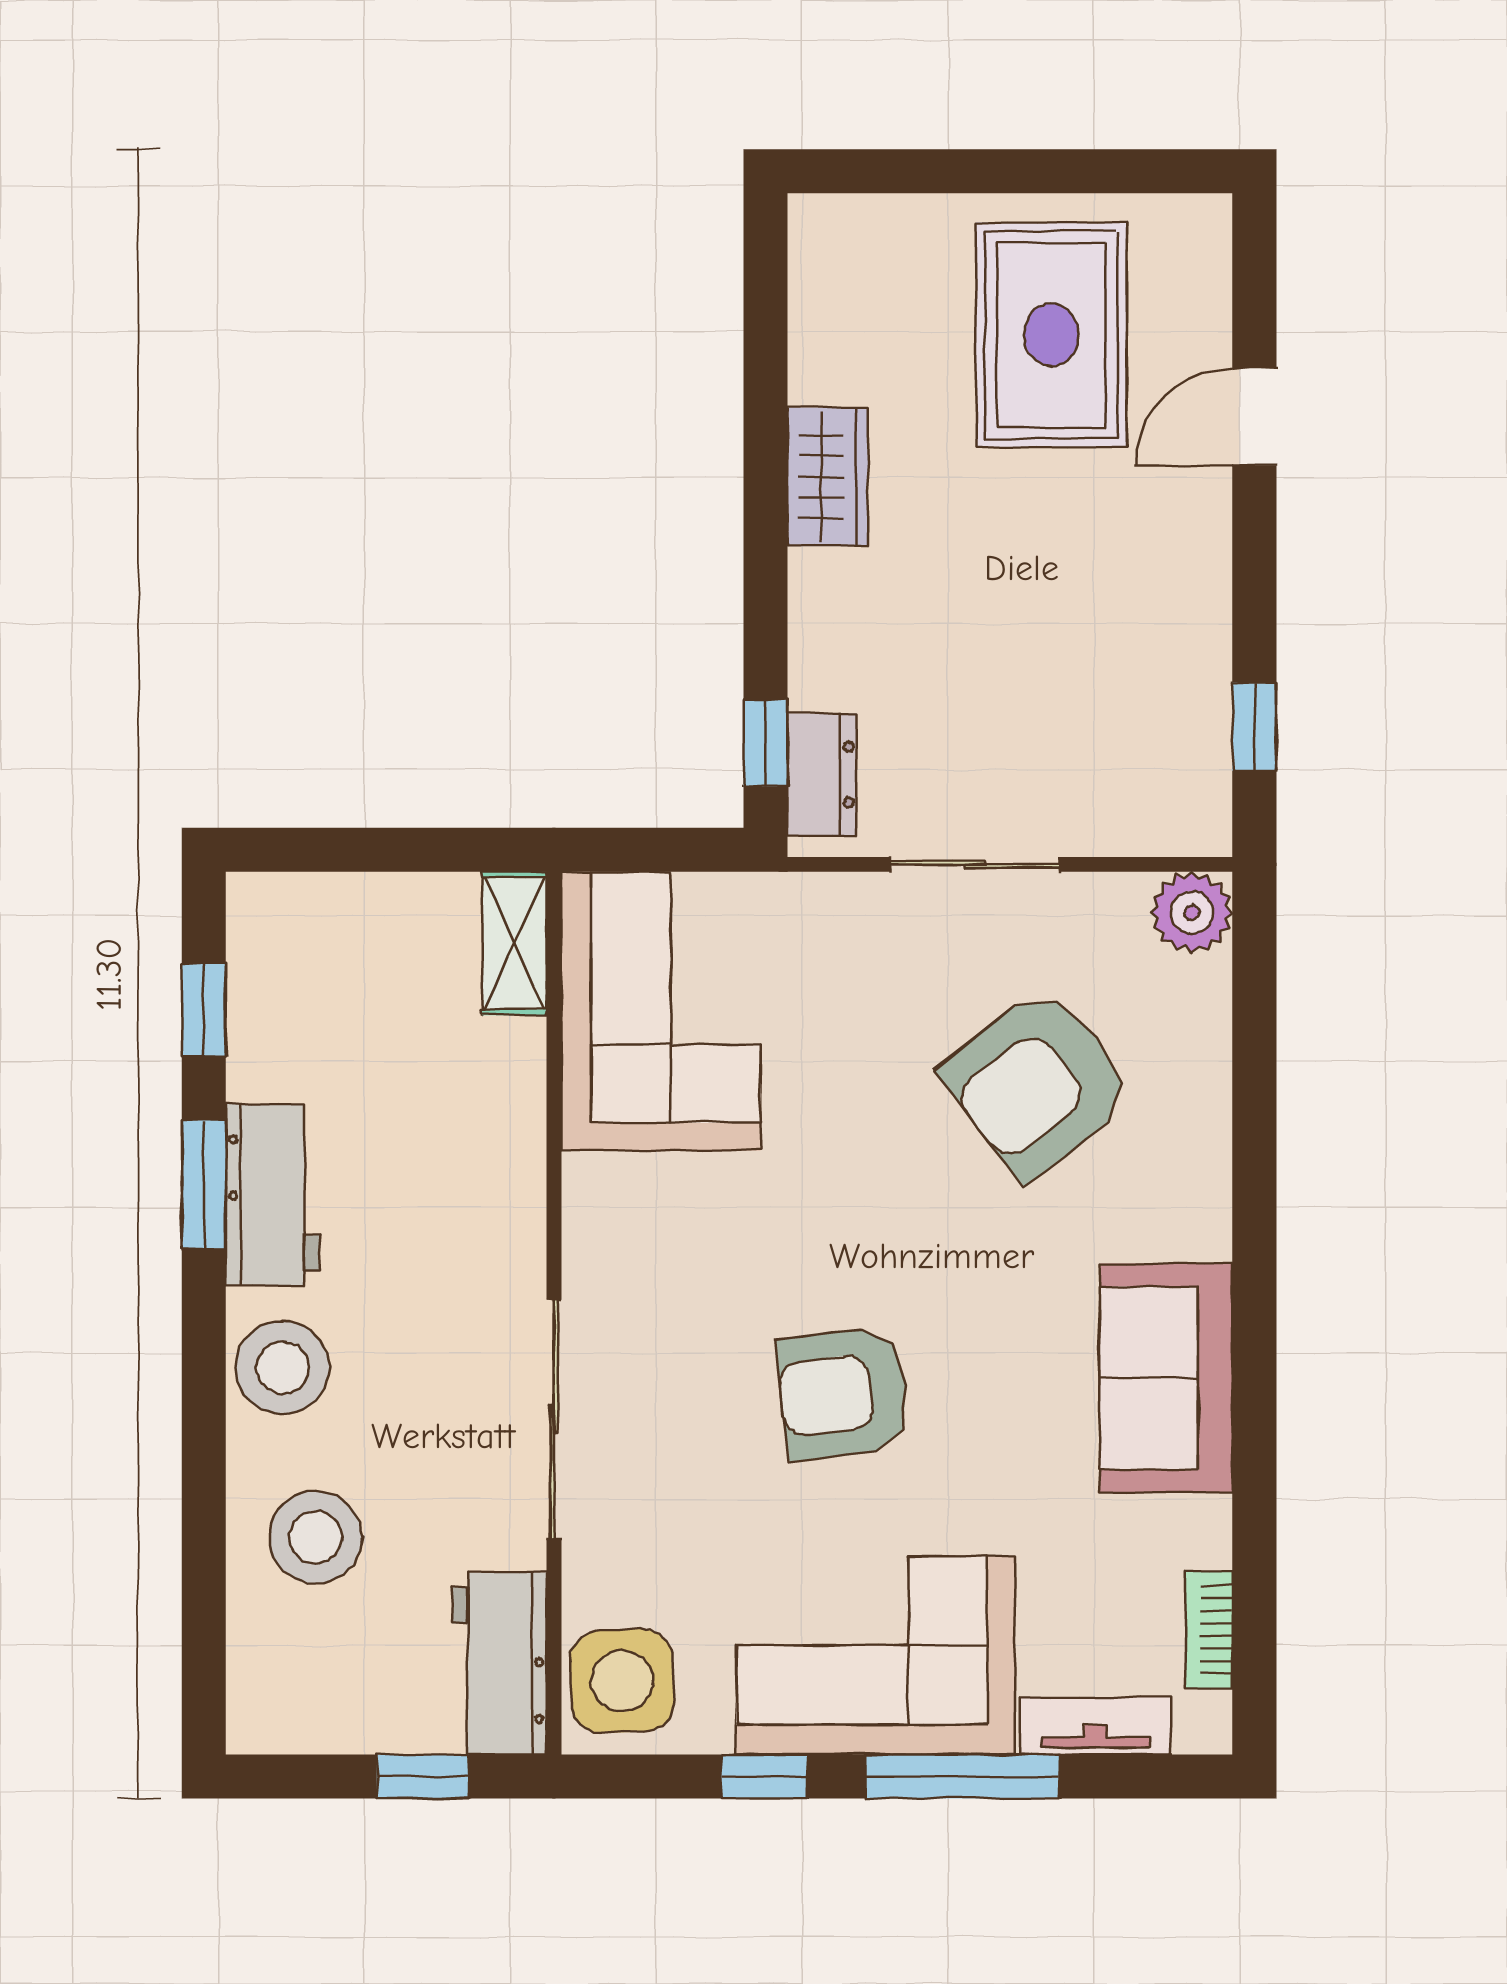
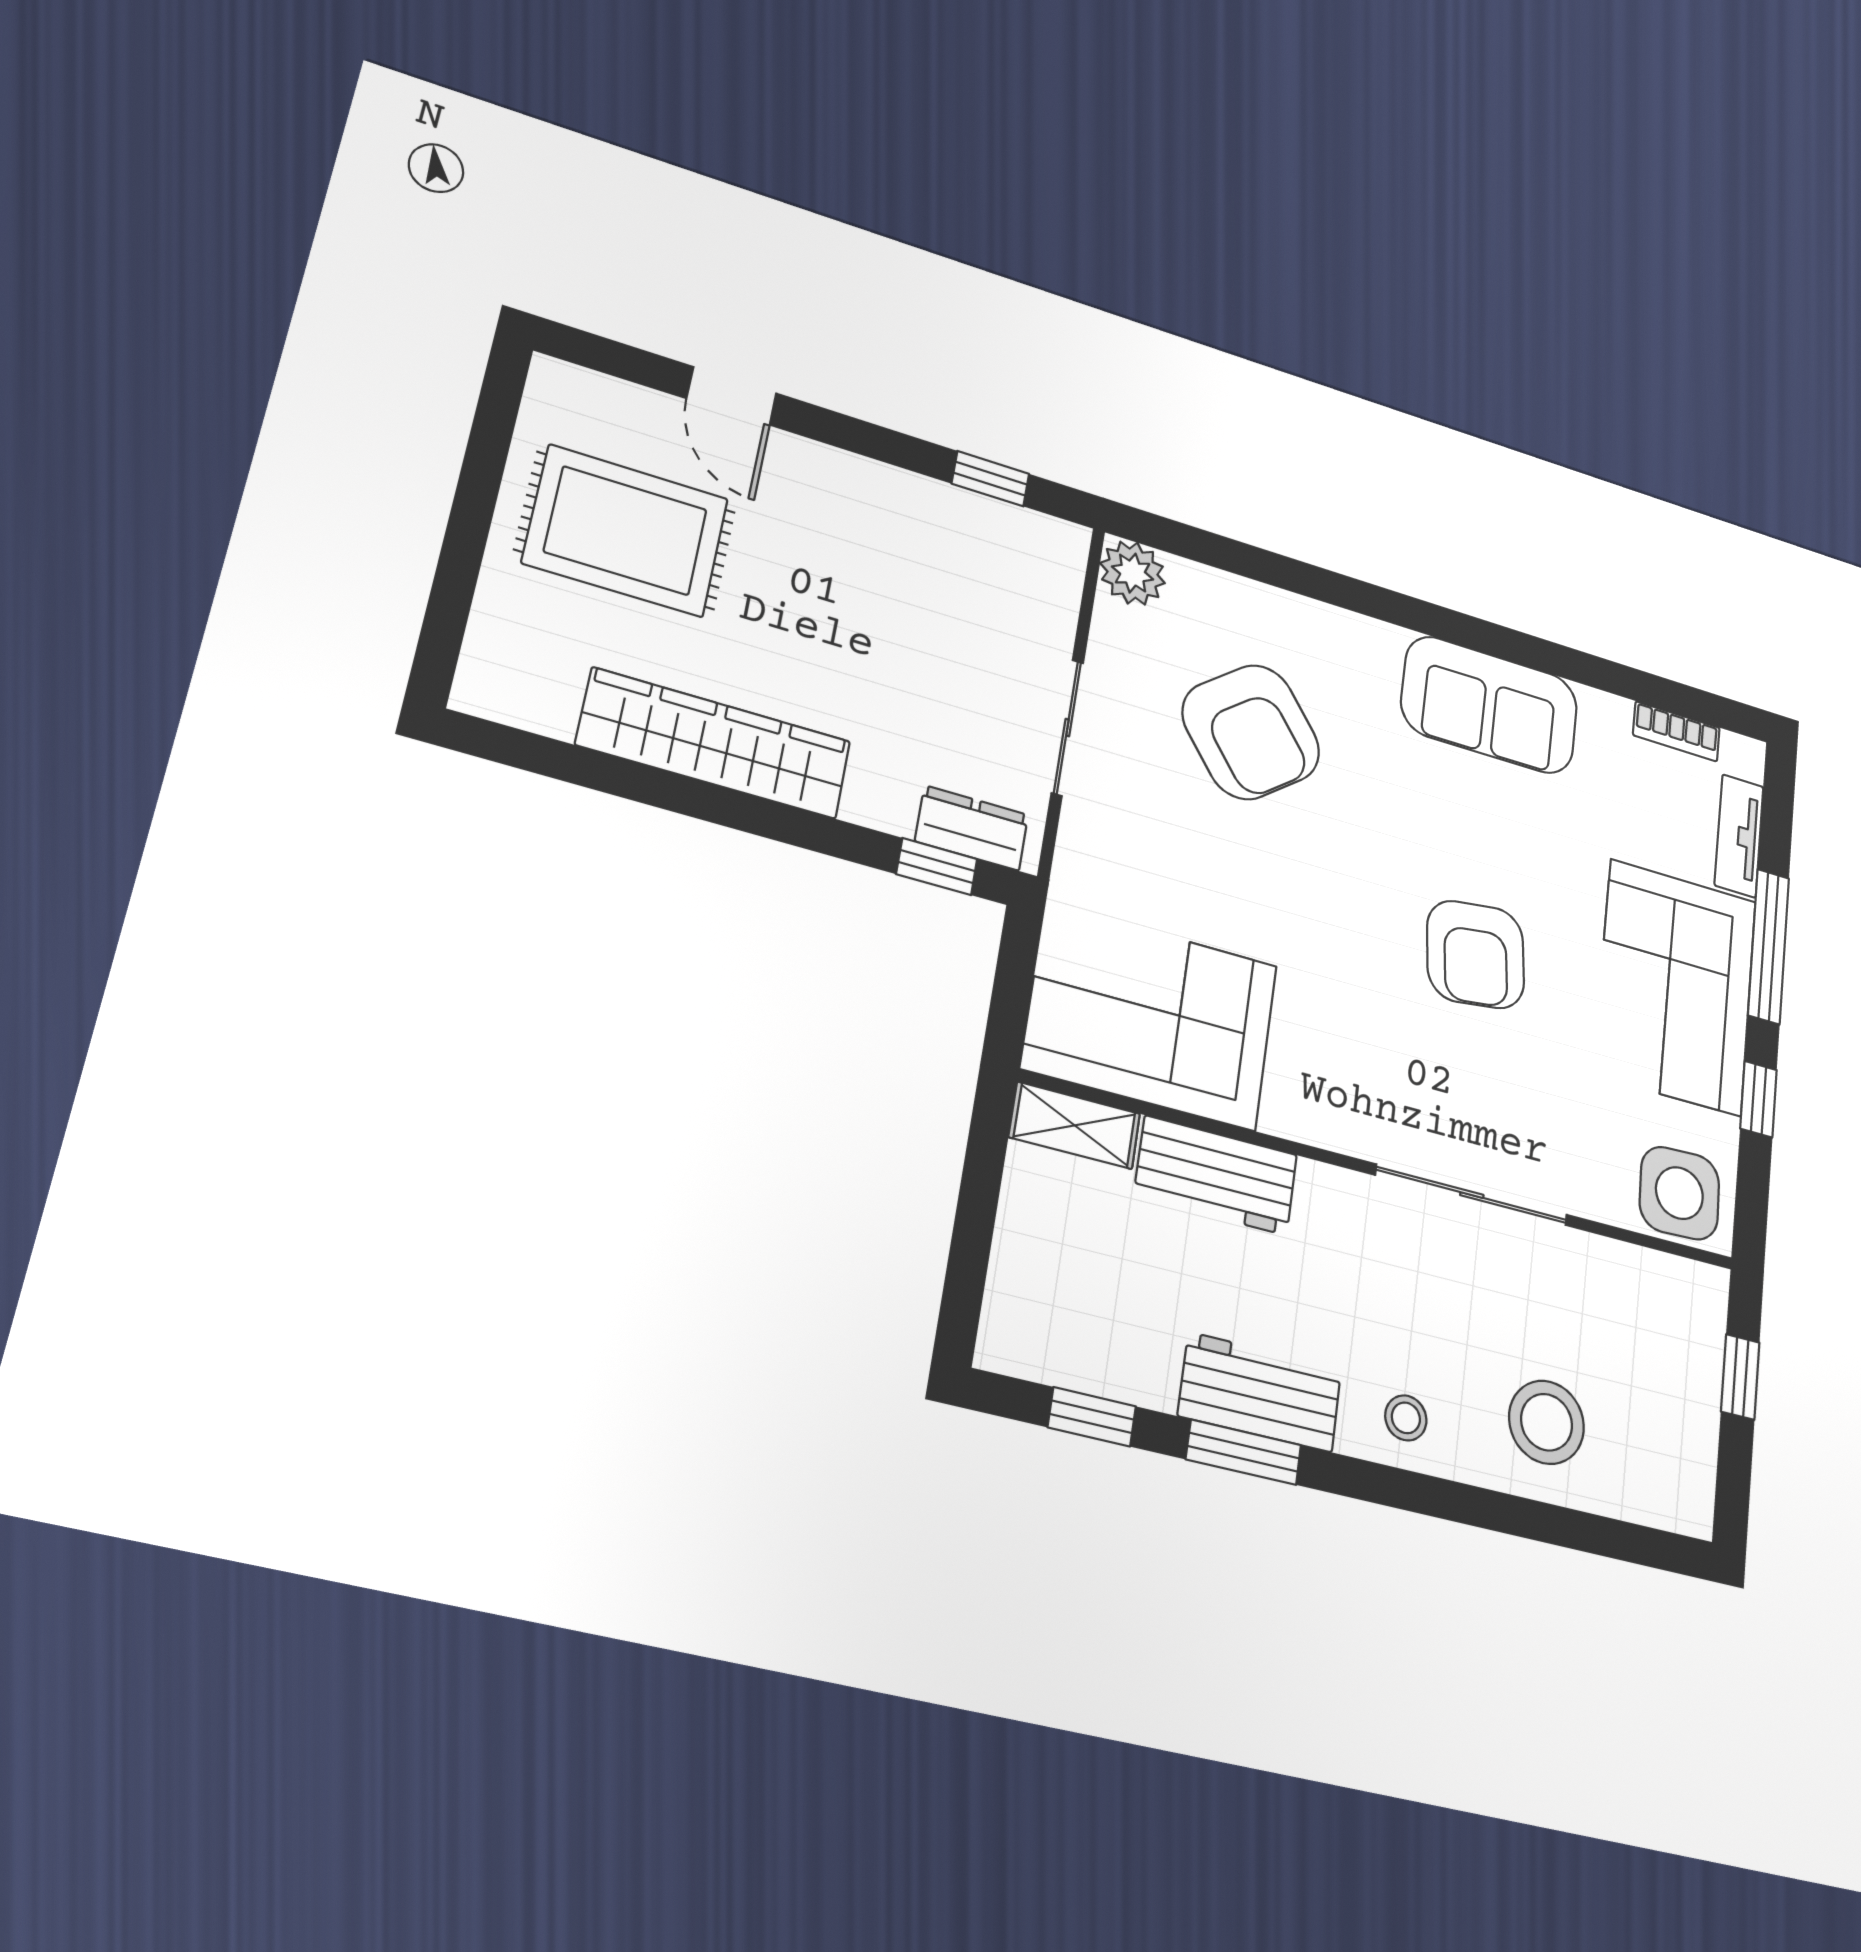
wardrobe: (828, 477) -> (714, 743), width x2.10, depth x1.17
stool: (283, 1368) -> (1406, 1418), width x0.53, depth x0.53
workbench: (500, 1663) -> (1216, 1175), moved

